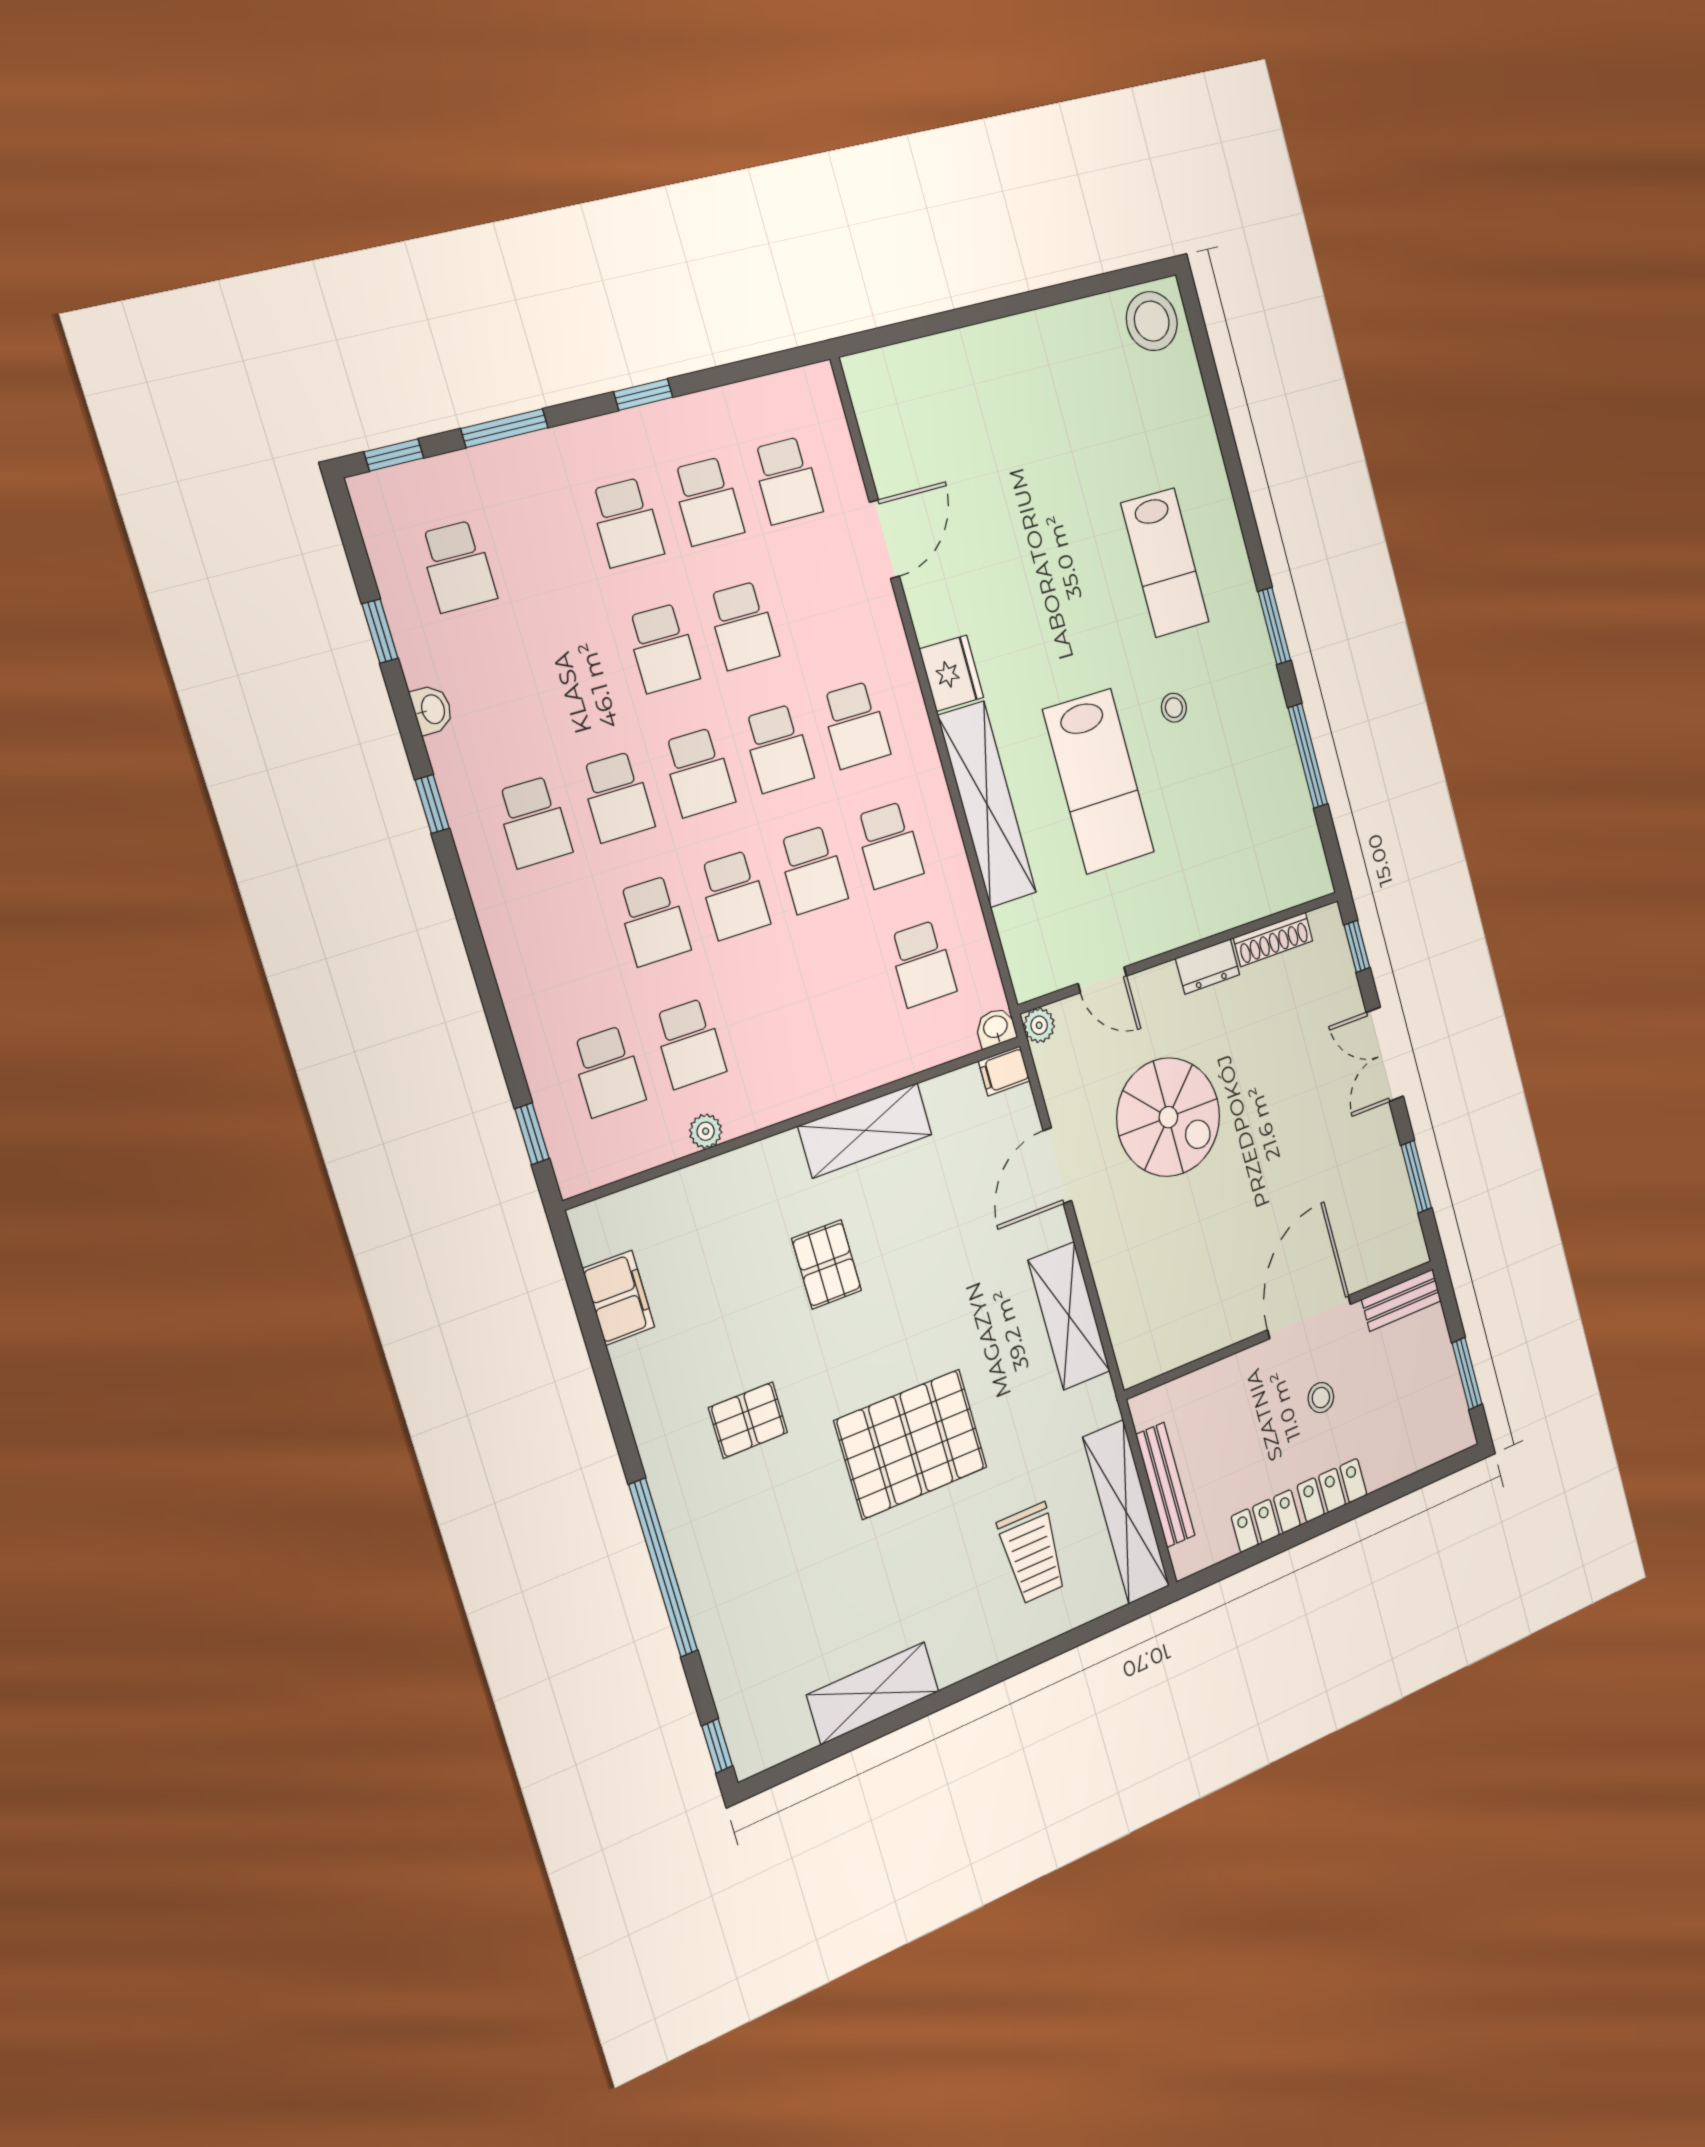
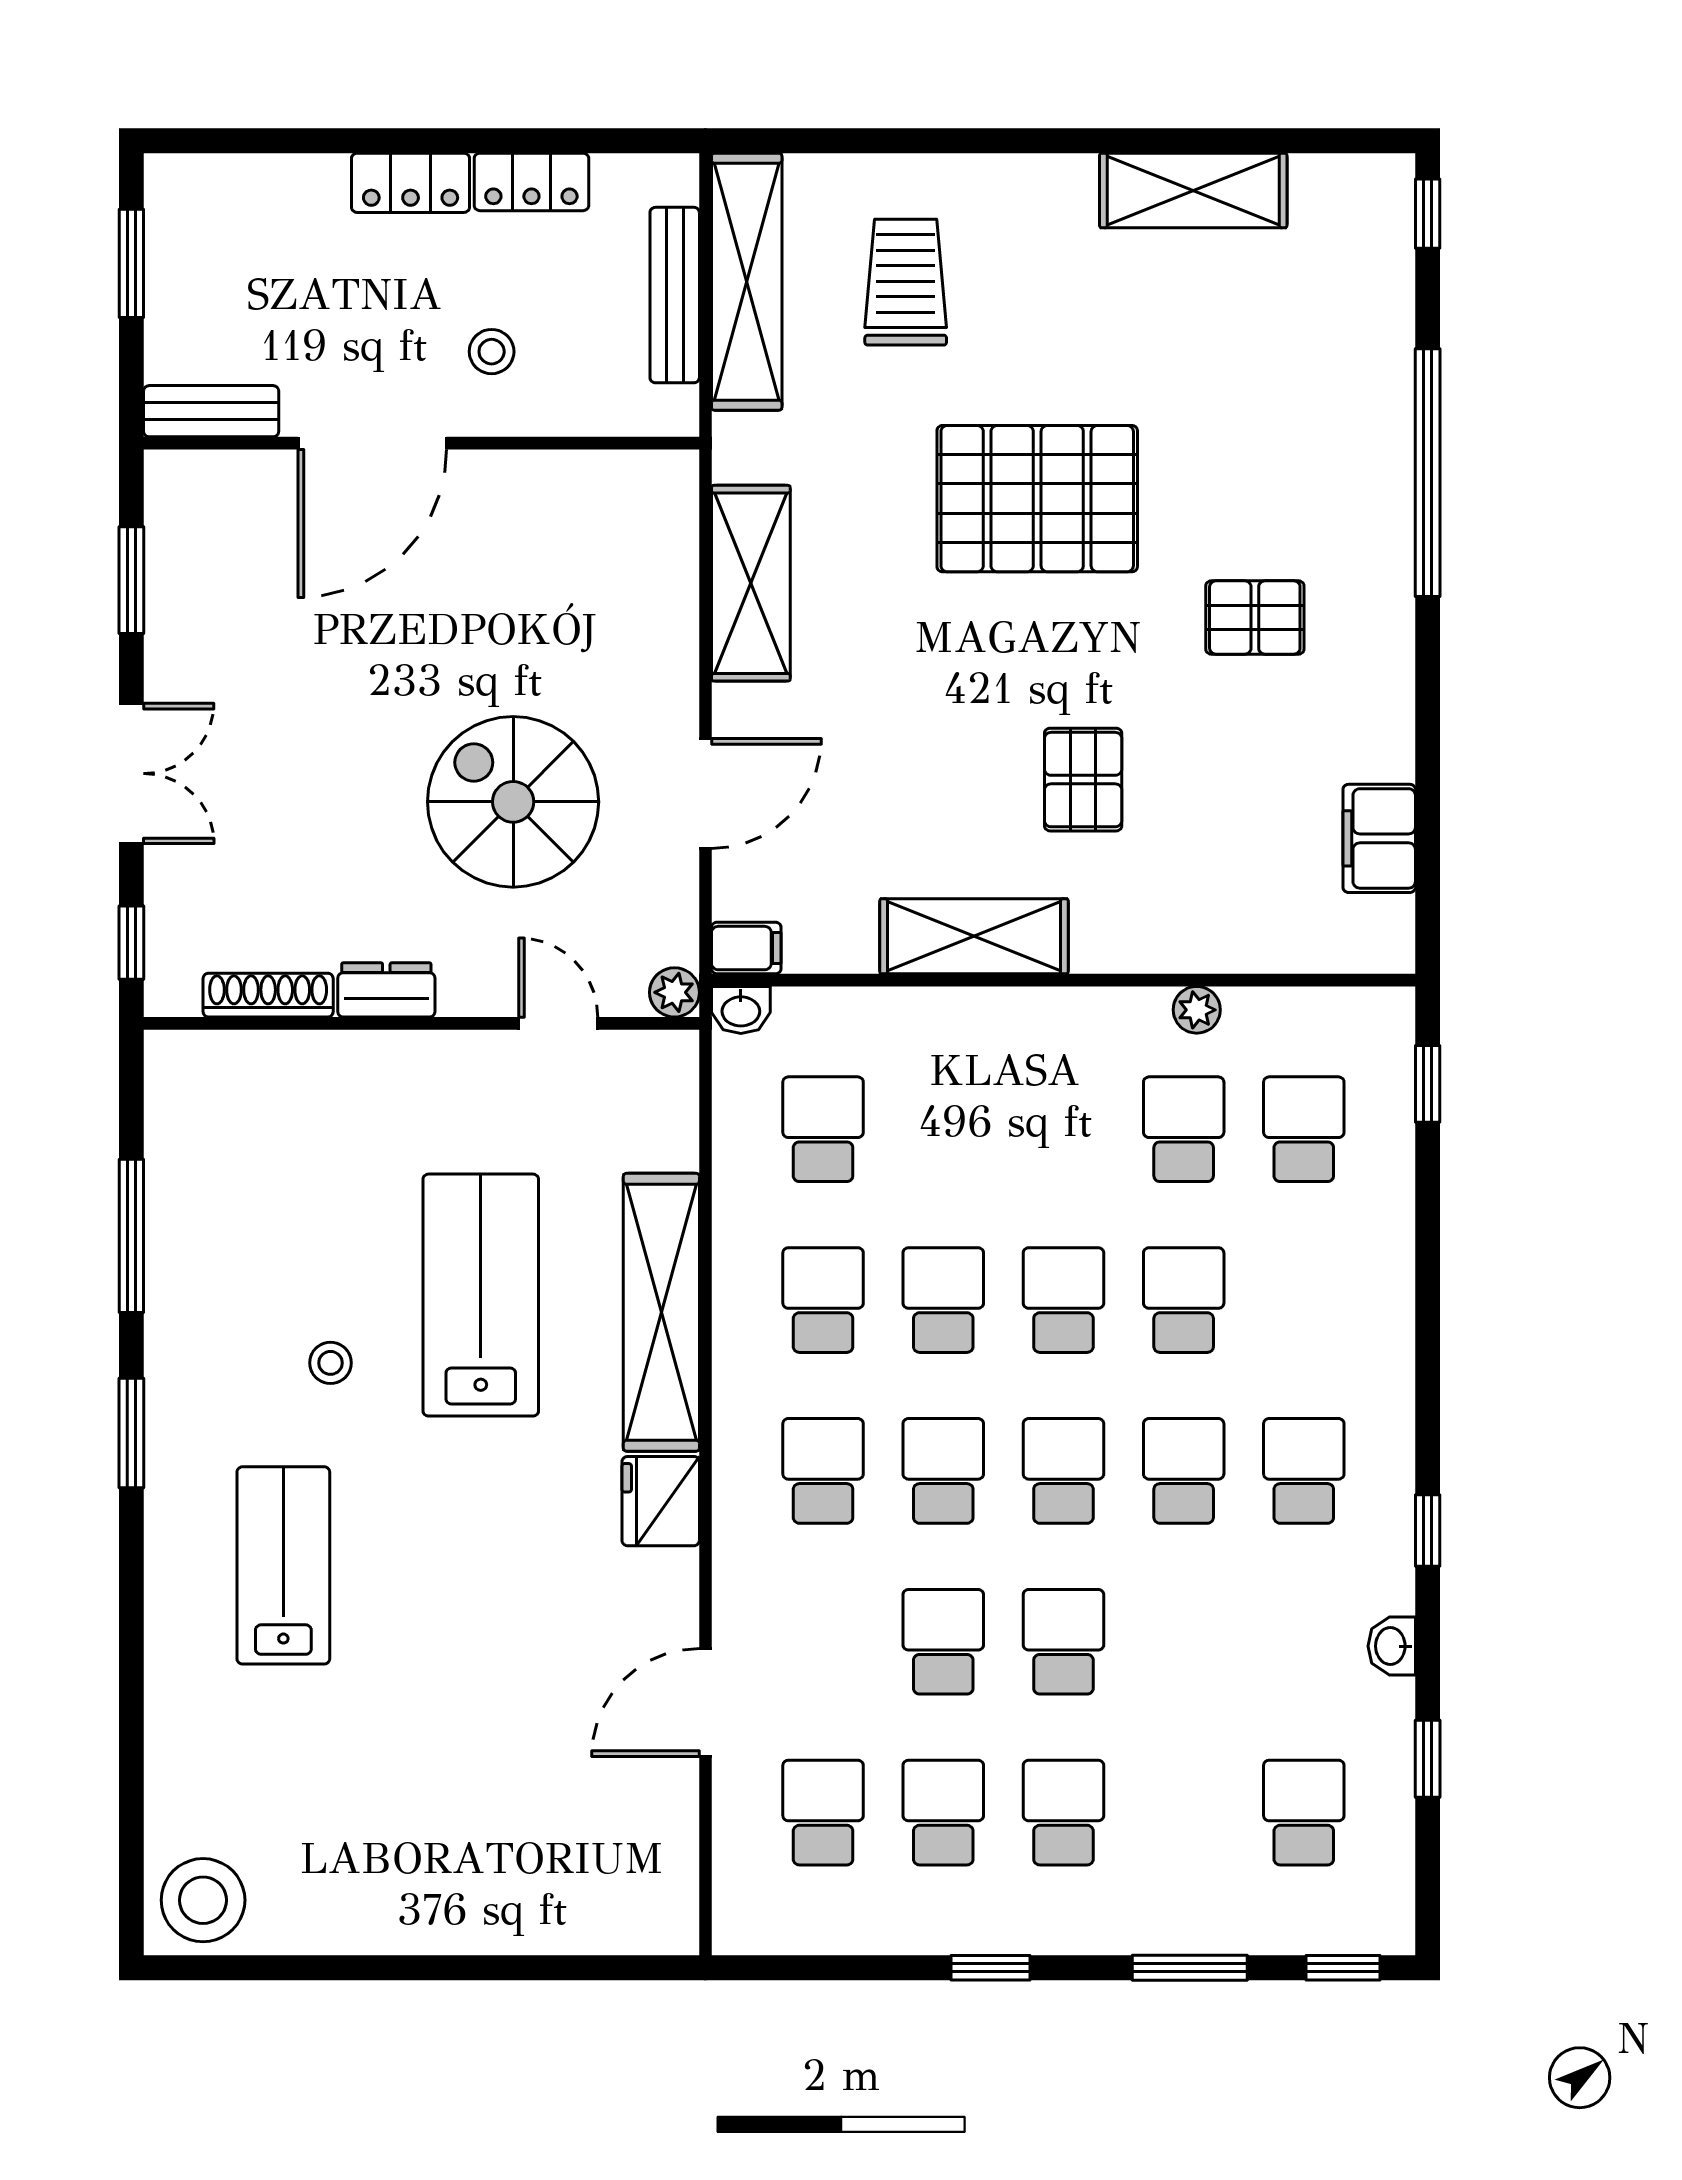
stool: (1321, 1398) -> (492, 352), moved

